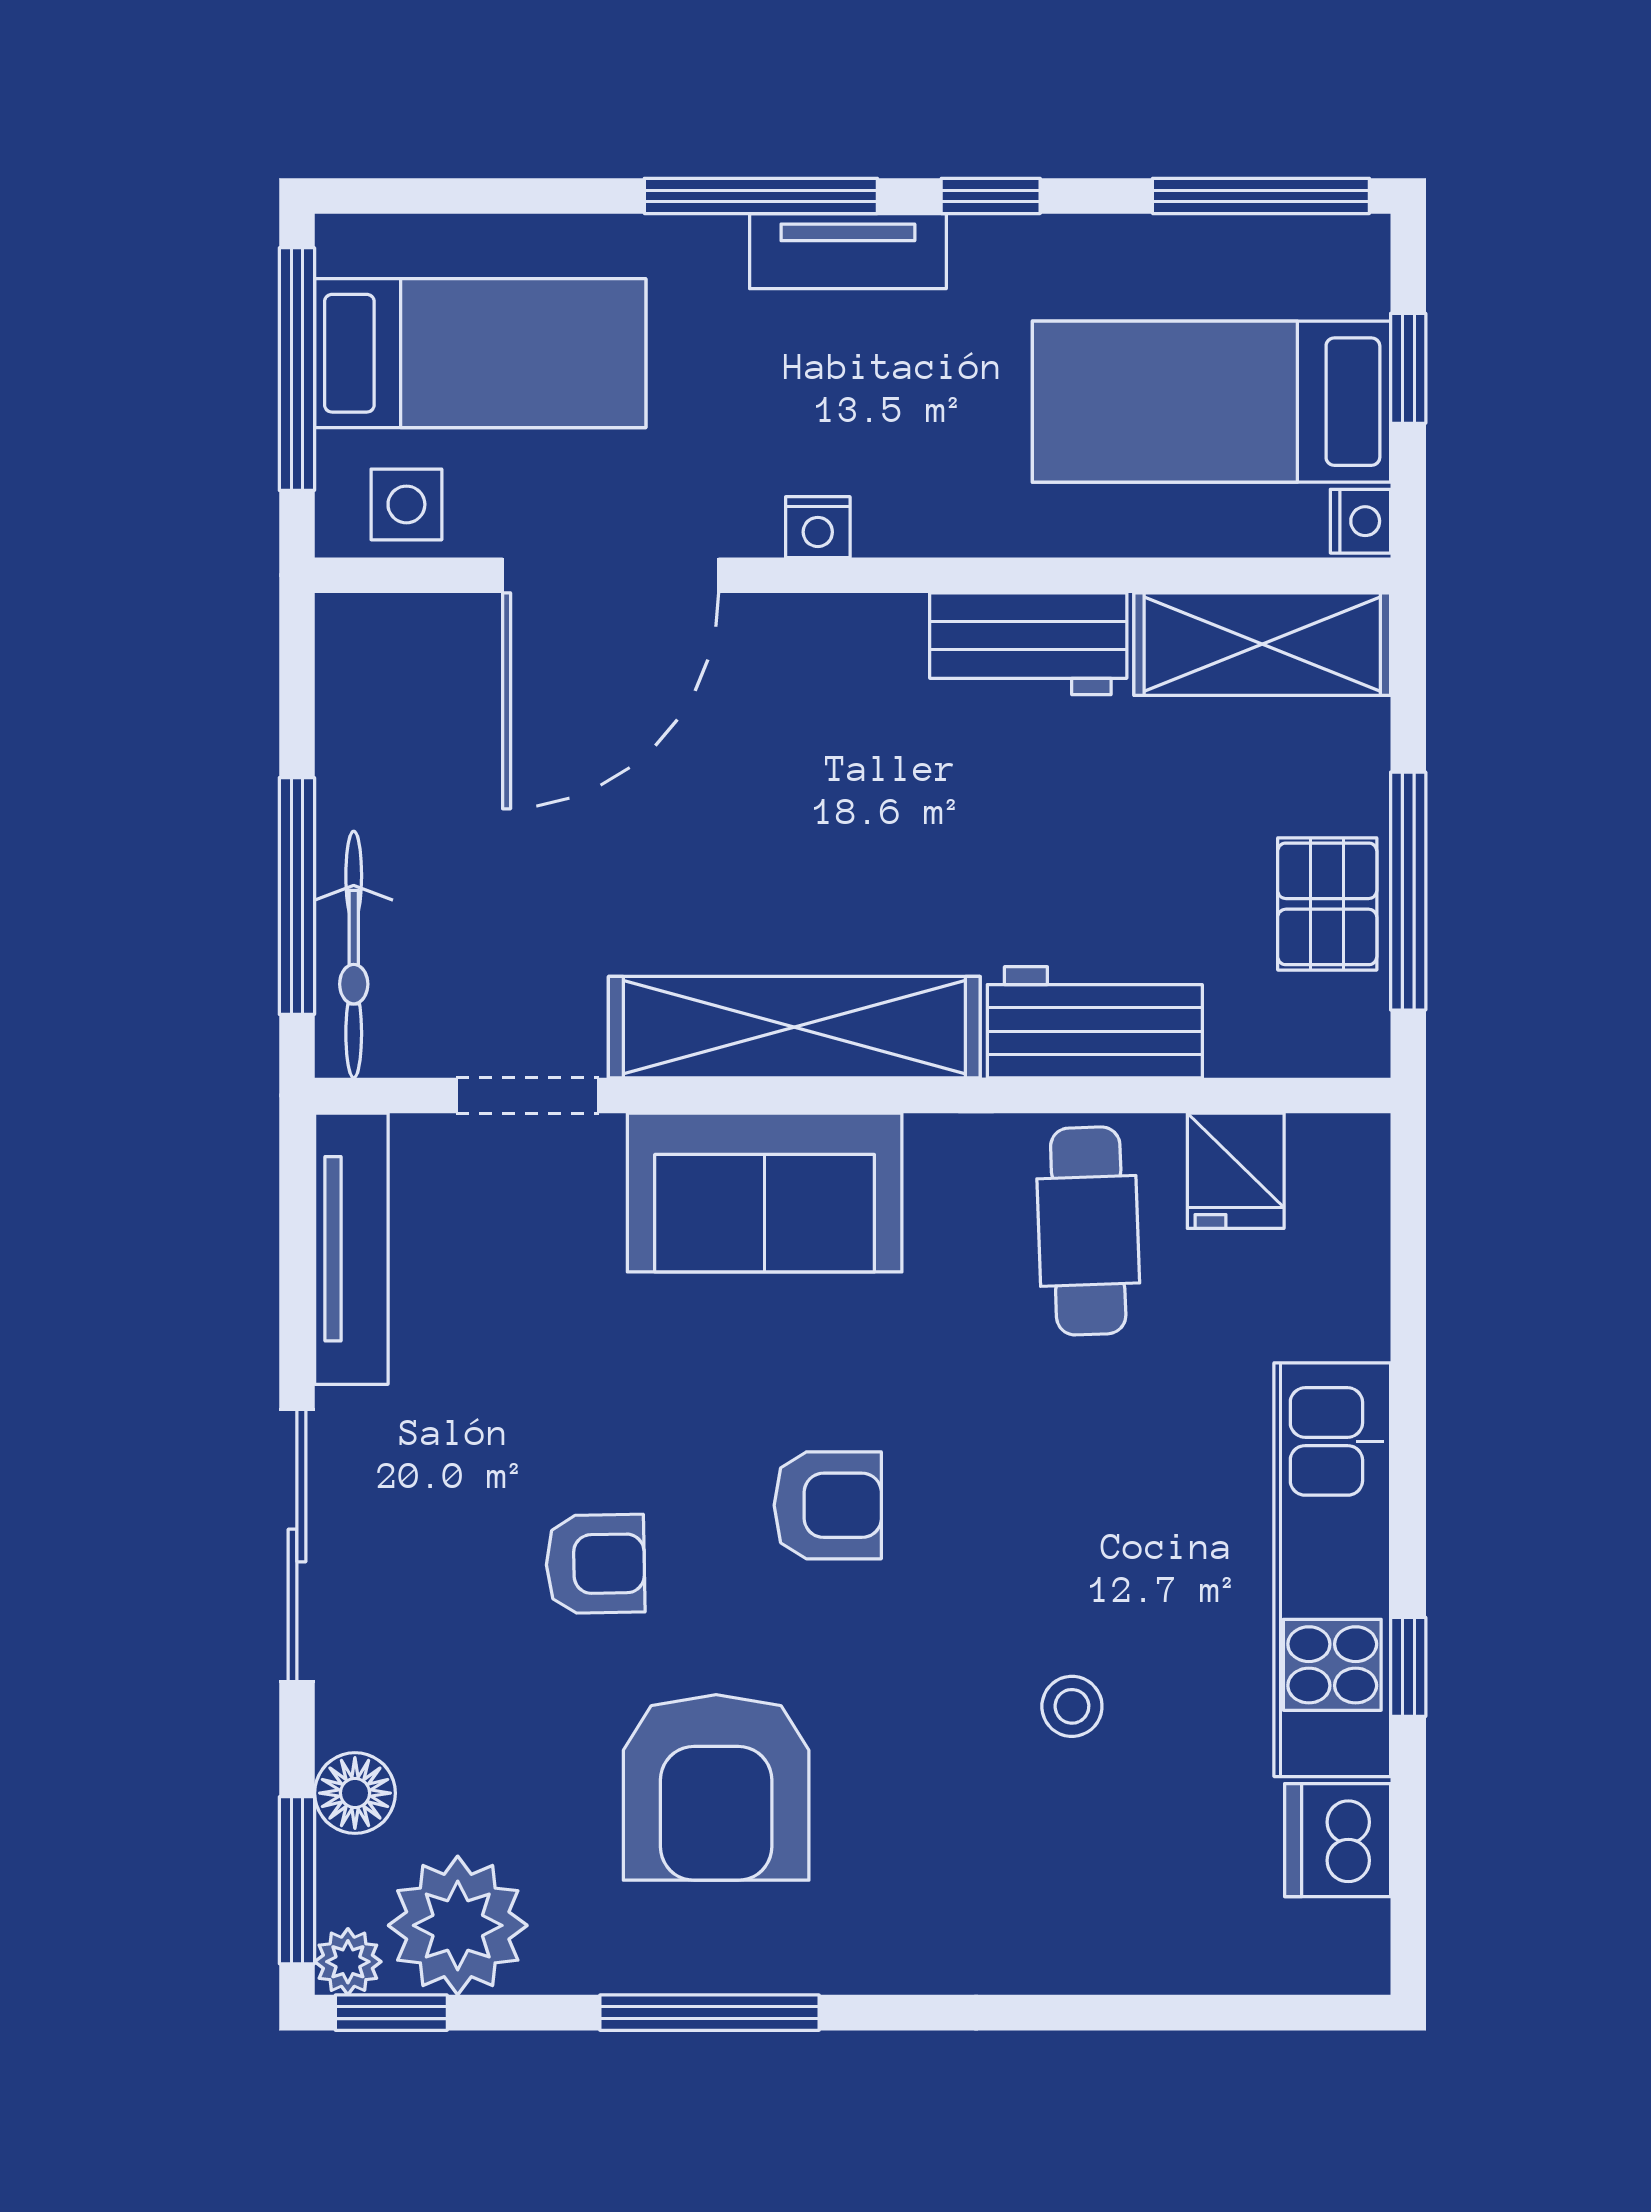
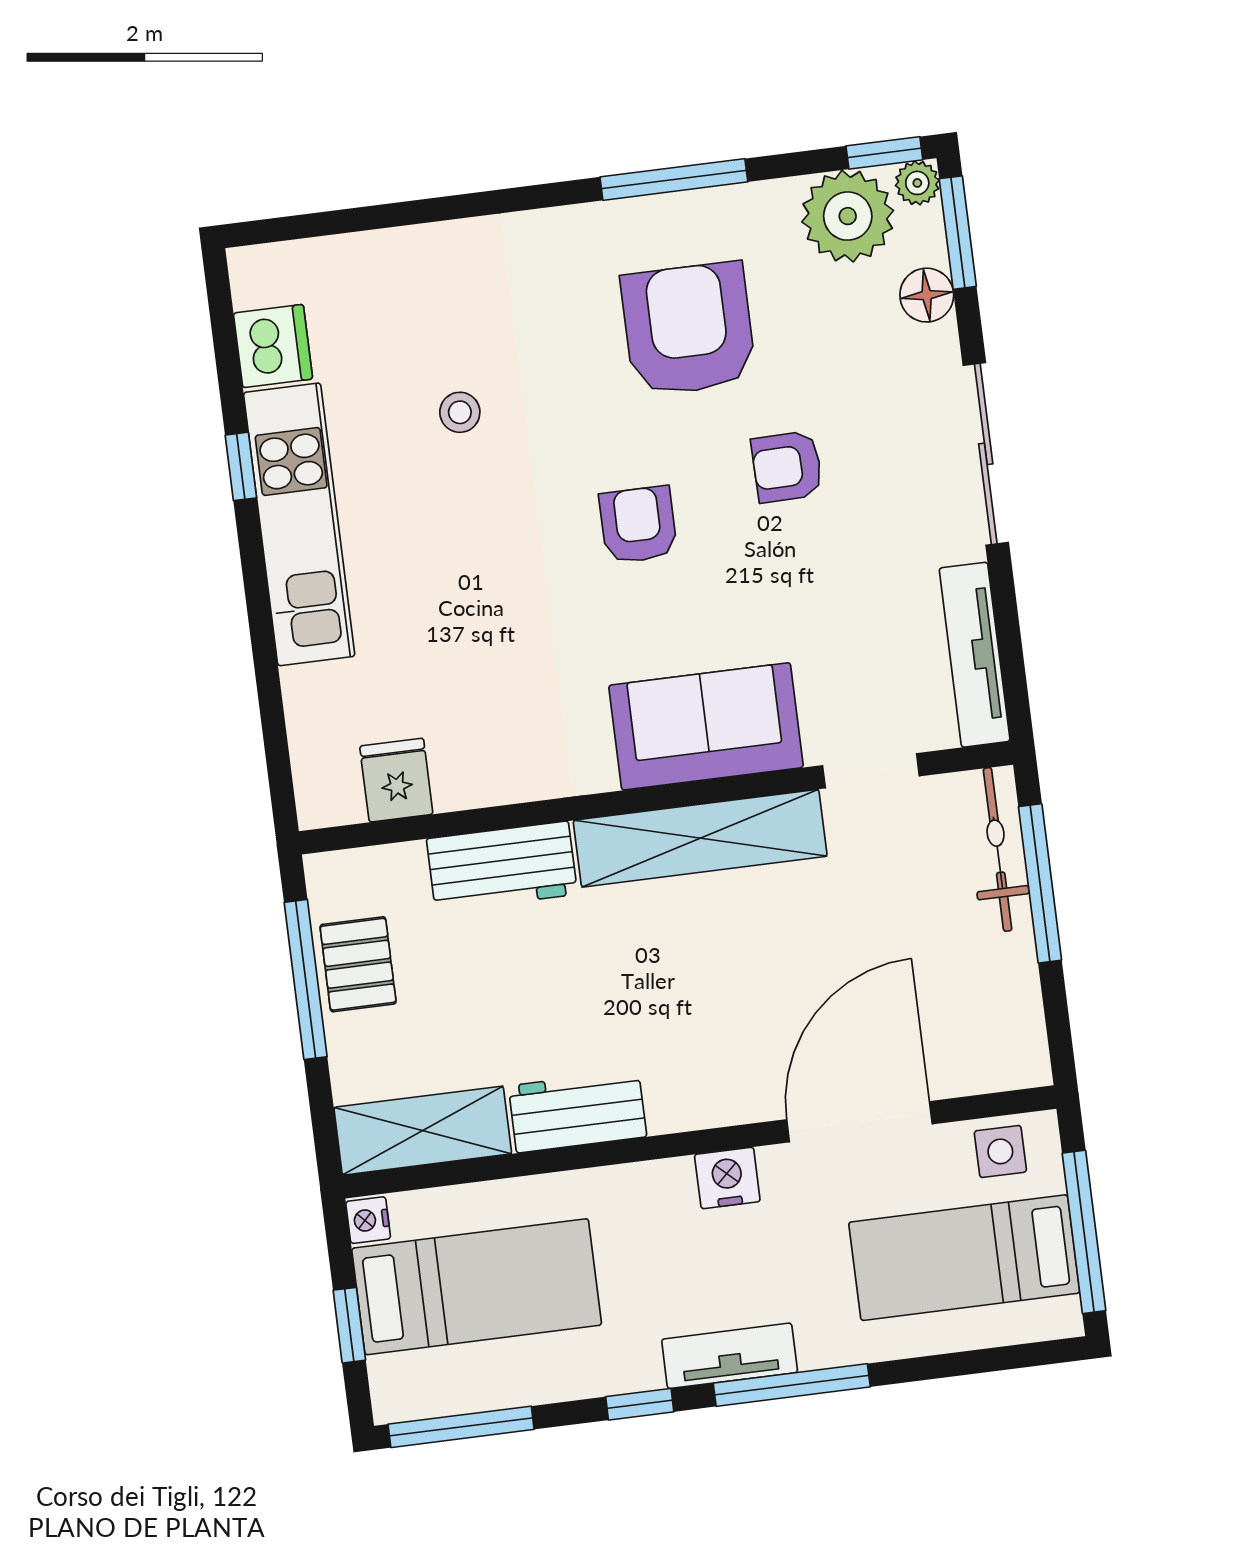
nightstand: (818, 527) -> (727, 1178), width x1.39, depth x1.35
cafe table: (1088, 1231) -> (489, 728), removed
armchair: (828, 1505) -> (638, 525), turned 90

